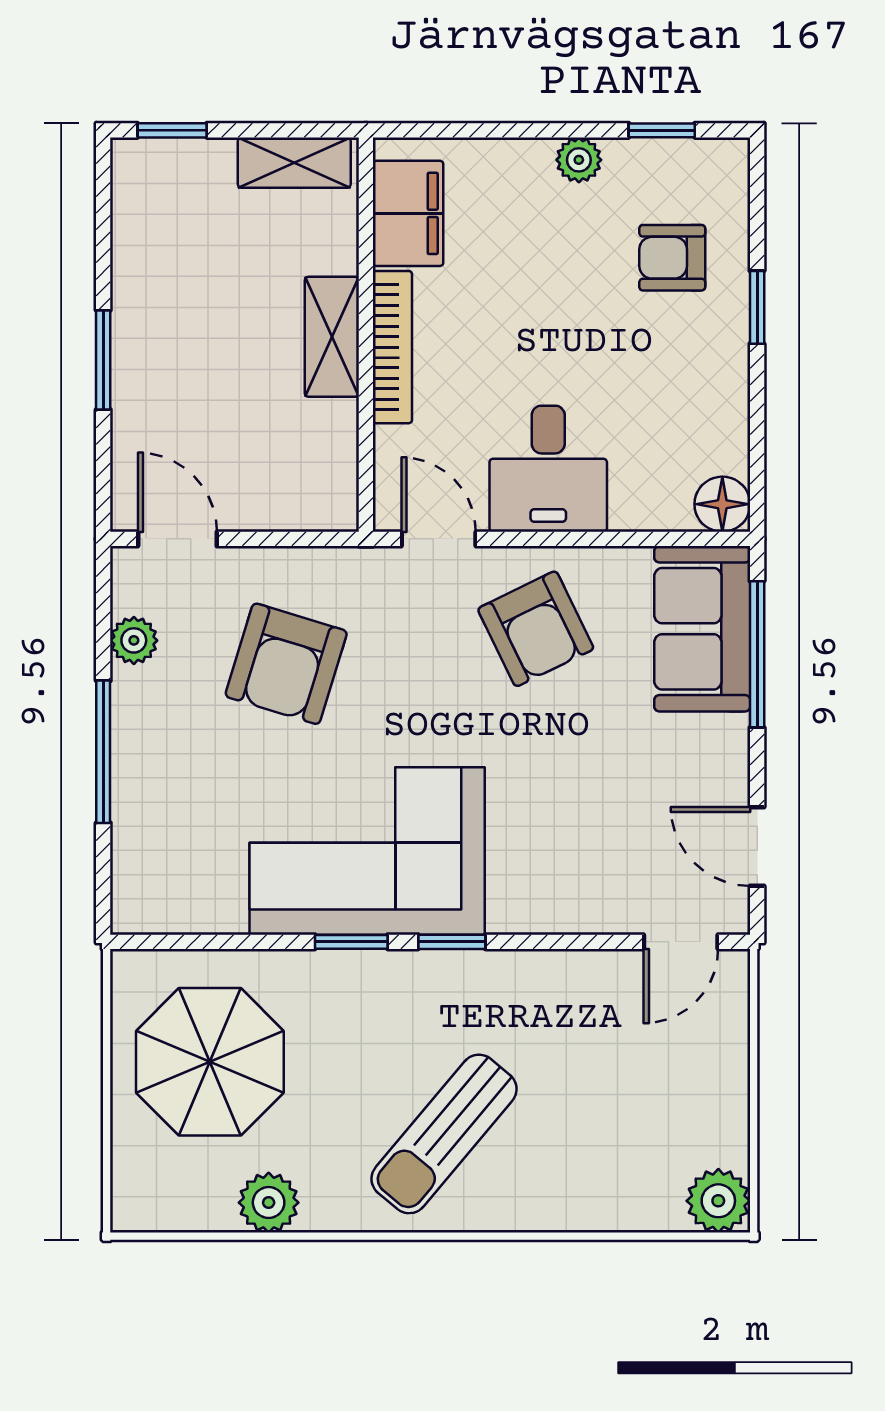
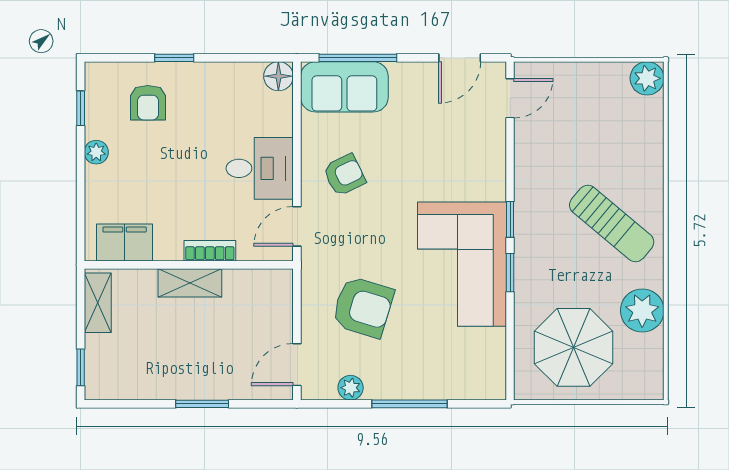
bookcase: (392, 347) -> (210, 251), width x0.64
armchair: (536, 629) -> (344, 175), width x0.72, depth x0.72
door: (681, 942) -> (510, 98), hinge flipped
plant: (269, 1203) -> (642, 311), width x1.36, depth x1.36

